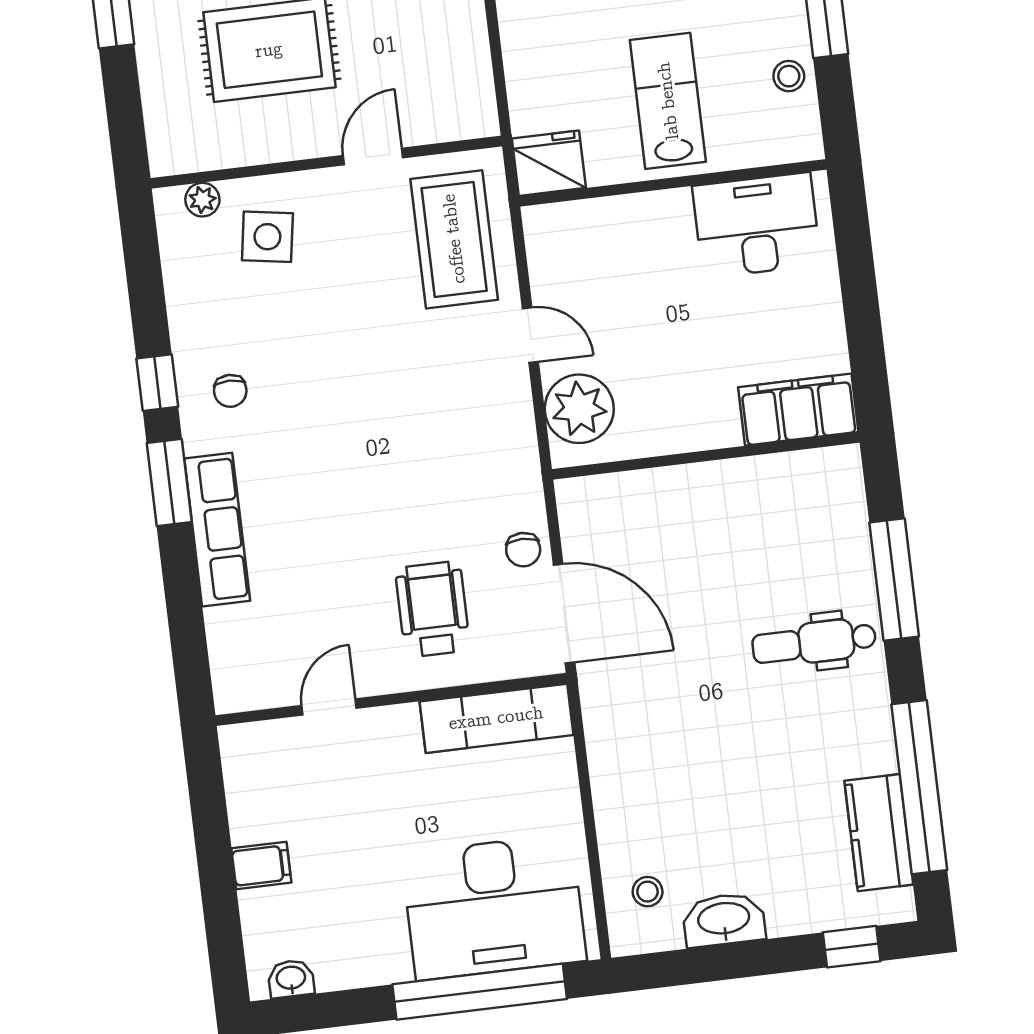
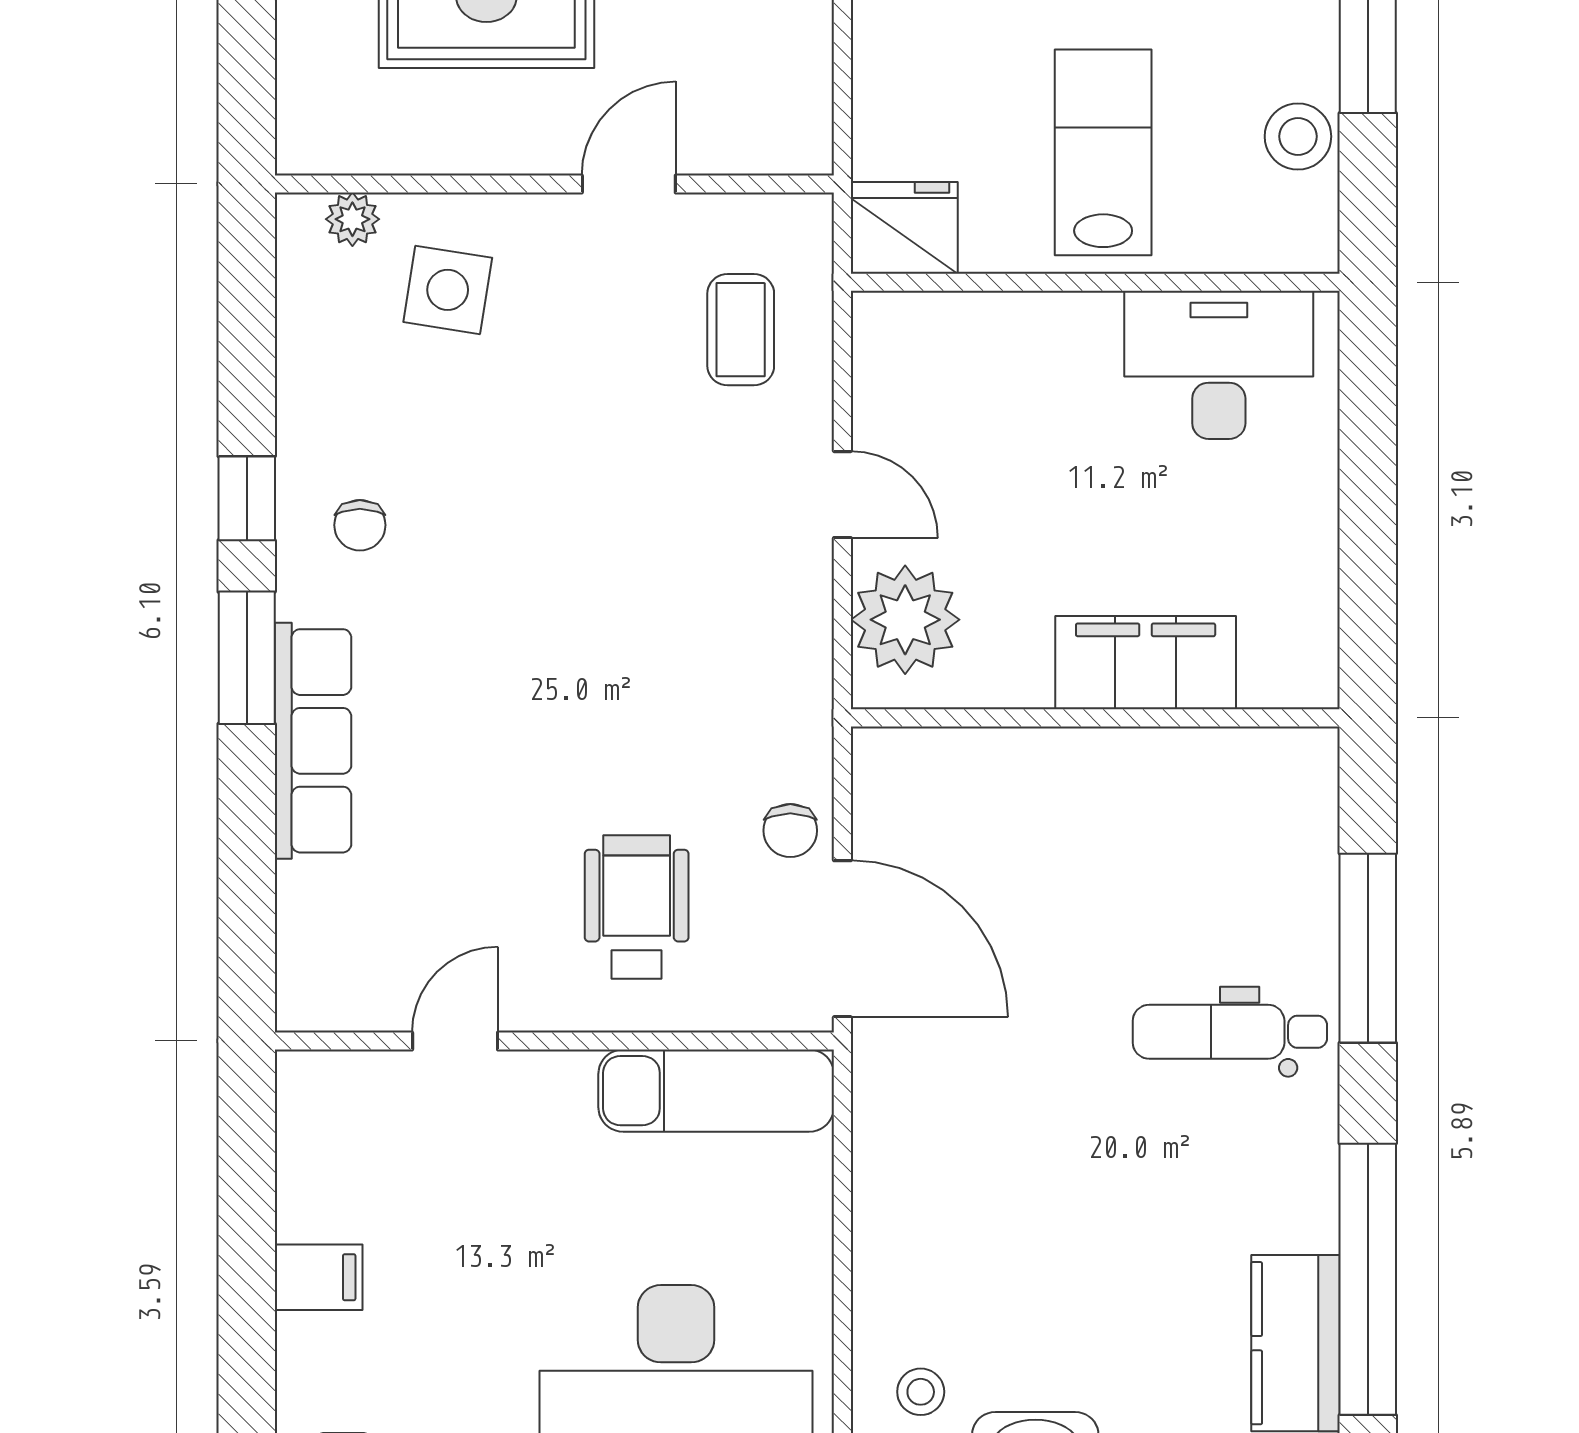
stool: (789, 76) -> (1298, 136), width x1.37, depth x1.37
coffee table: (454, 239) -> (741, 330), width x0.54, depth x0.58
filing cabinet: (798, 410) -> (1146, 663), moved

